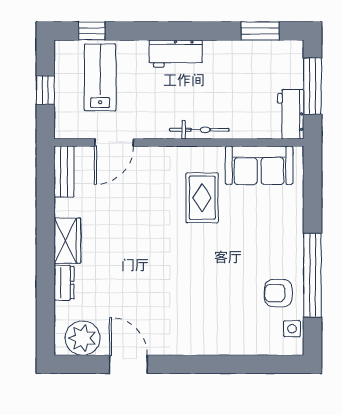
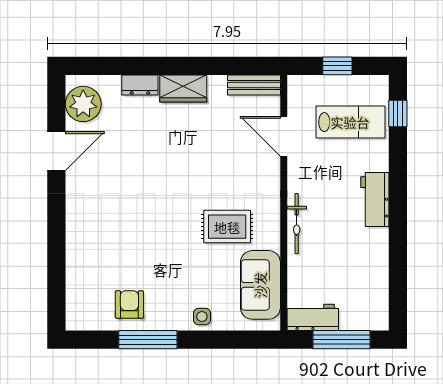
window: (260, 31) -> (398, 286), removed
window: (312, 275) -> (148, 340), width x0.68
side table: (292, 329) -> (202, 317), moved

